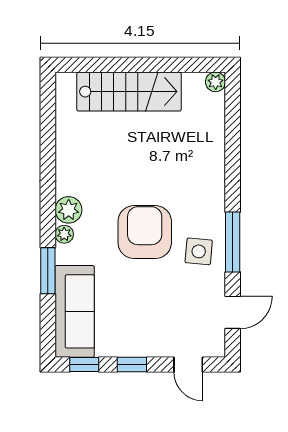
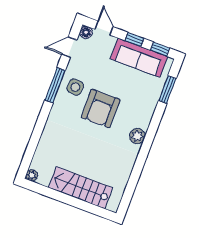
plant: (64, 234) -> (145, 124), removed
window: (48, 271) -> (167, 90), moved
sofa: (75, 311) -> (139, 58), moved, turned -90
floor lamp: (215, 347) -> (86, 32), added

